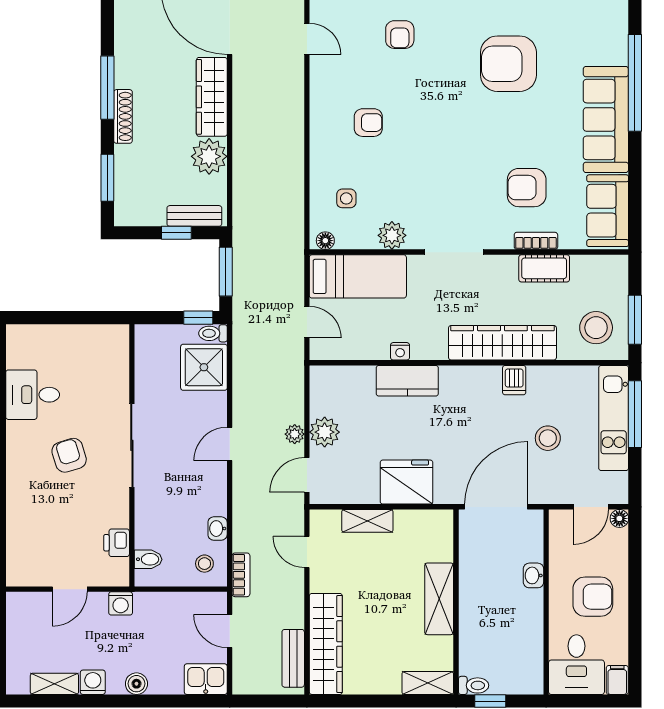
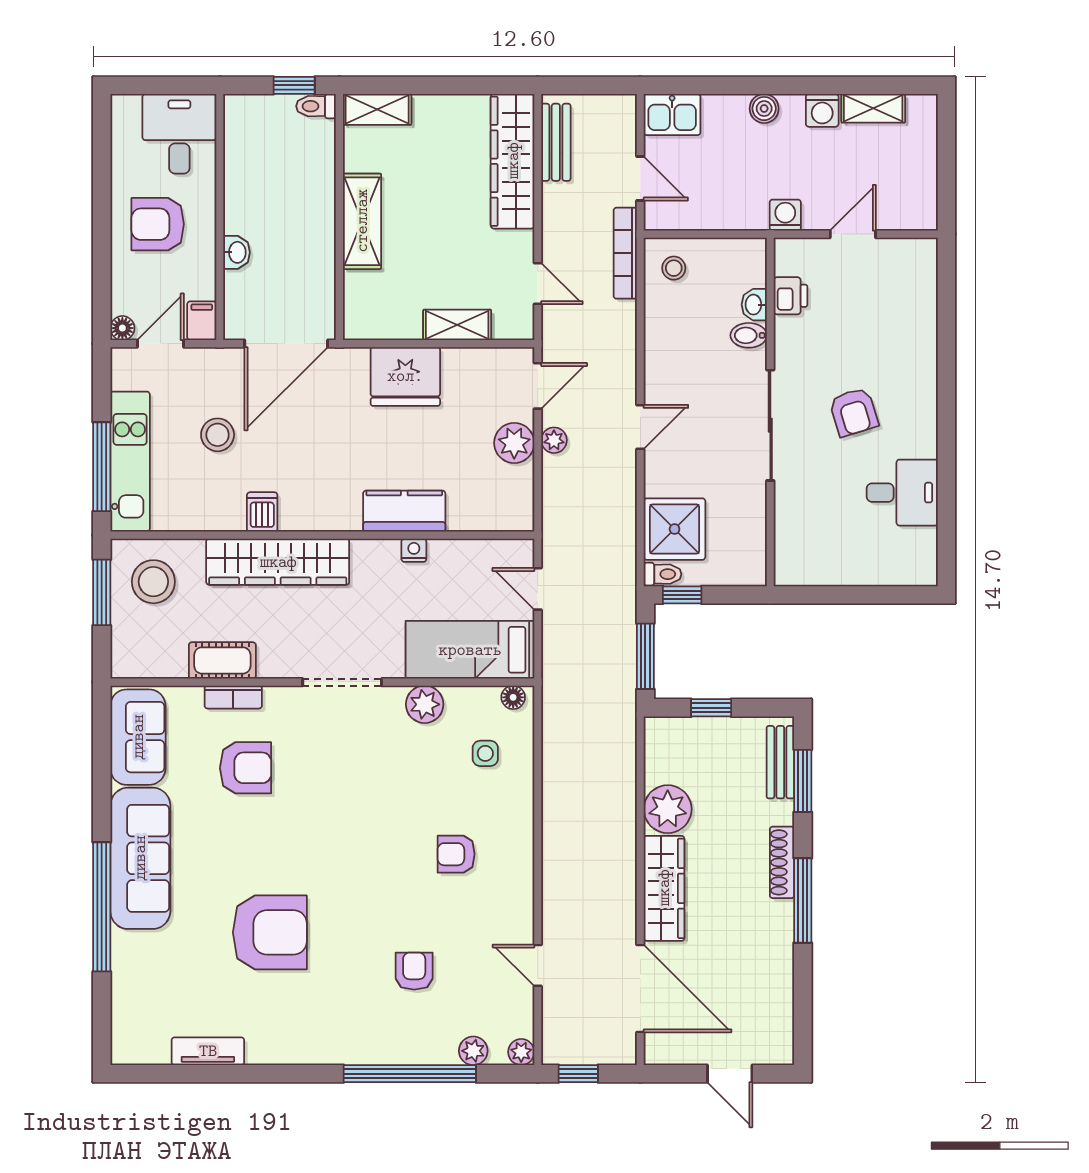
bench: (194, 216) -> (780, 762), moved, turned 90
washbasin: (218, 529) -> (754, 305), moved, turned 180
bidet: (148, 559) -> (749, 335), moved
bookcase: (241, 575) -> (625, 253), width x1.56
filing cabinet: (617, 680) -> (202, 321), moved, turned 180

